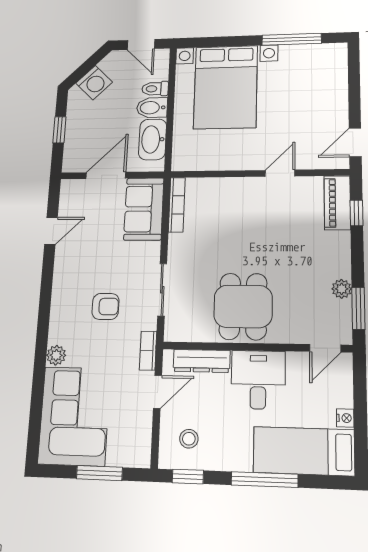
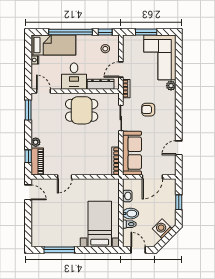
bed with nightstands: (226, 87) -> (100, 224), width x0.73
washbasin: (153, 139) -> (127, 196), width x0.52, depth x0.69
door: (355, 142) -> (28, 192), hinge flipped
sofa: (144, 209) -> (132, 153), width x1.36
plant: (342, 289) -> (36, 142), moved
dining table: (243, 306) -> (82, 110), turned 90
door: (325, 348) -> (43, 91), hinge flipped
window: (264, 480) -> (71, 32), width x1.46

